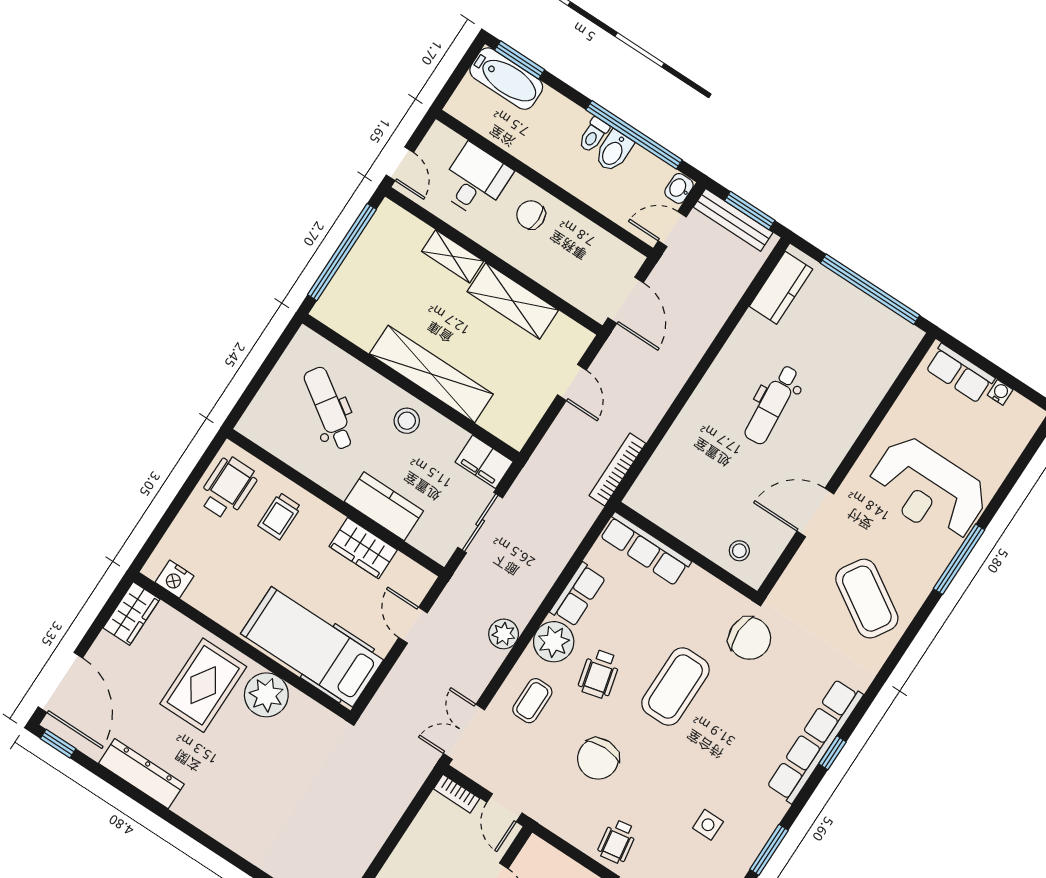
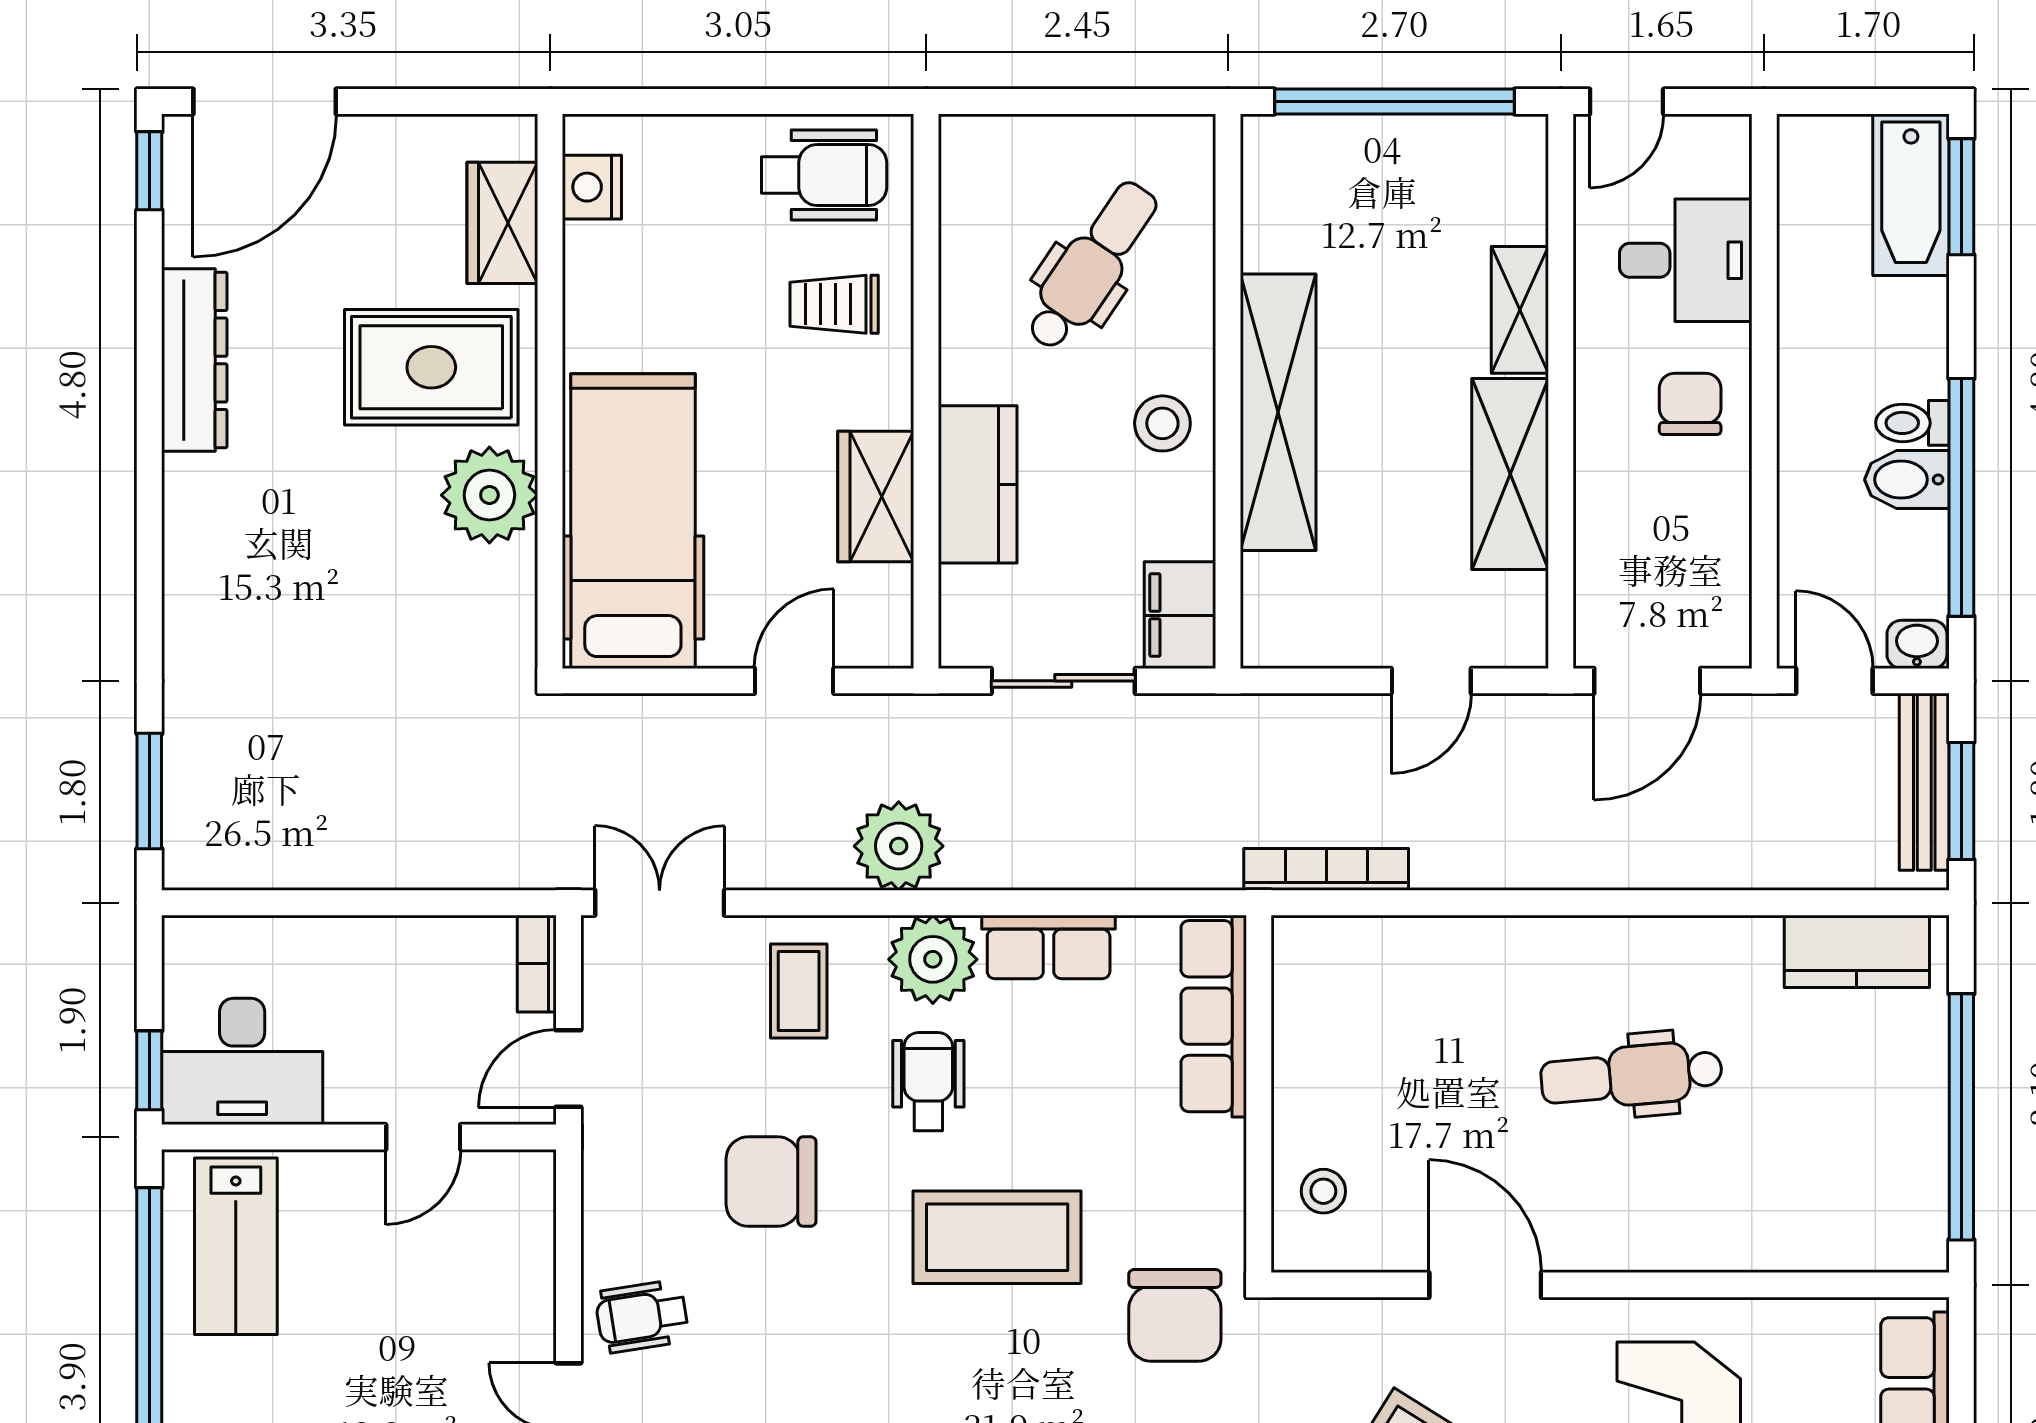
wardrobe: (131, 613) -> (502, 223), moved, turned 90
plant: (504, 634) -> (899, 846), width x1.36, depth x1.36
wheelchair: (599, 674) -> (928, 1082), turned 104
coffee table: (532, 701) -> (799, 991), turned 90

